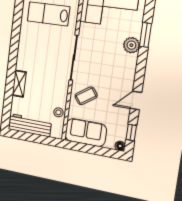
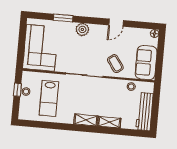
plant: (131, 45) -> (82, 30), moved
shelving: (23, 57) -> (86, 120), added
door: (136, 101) -> (116, 23), hinge flipped
window: (131, 133) -> (142, 25), removed

